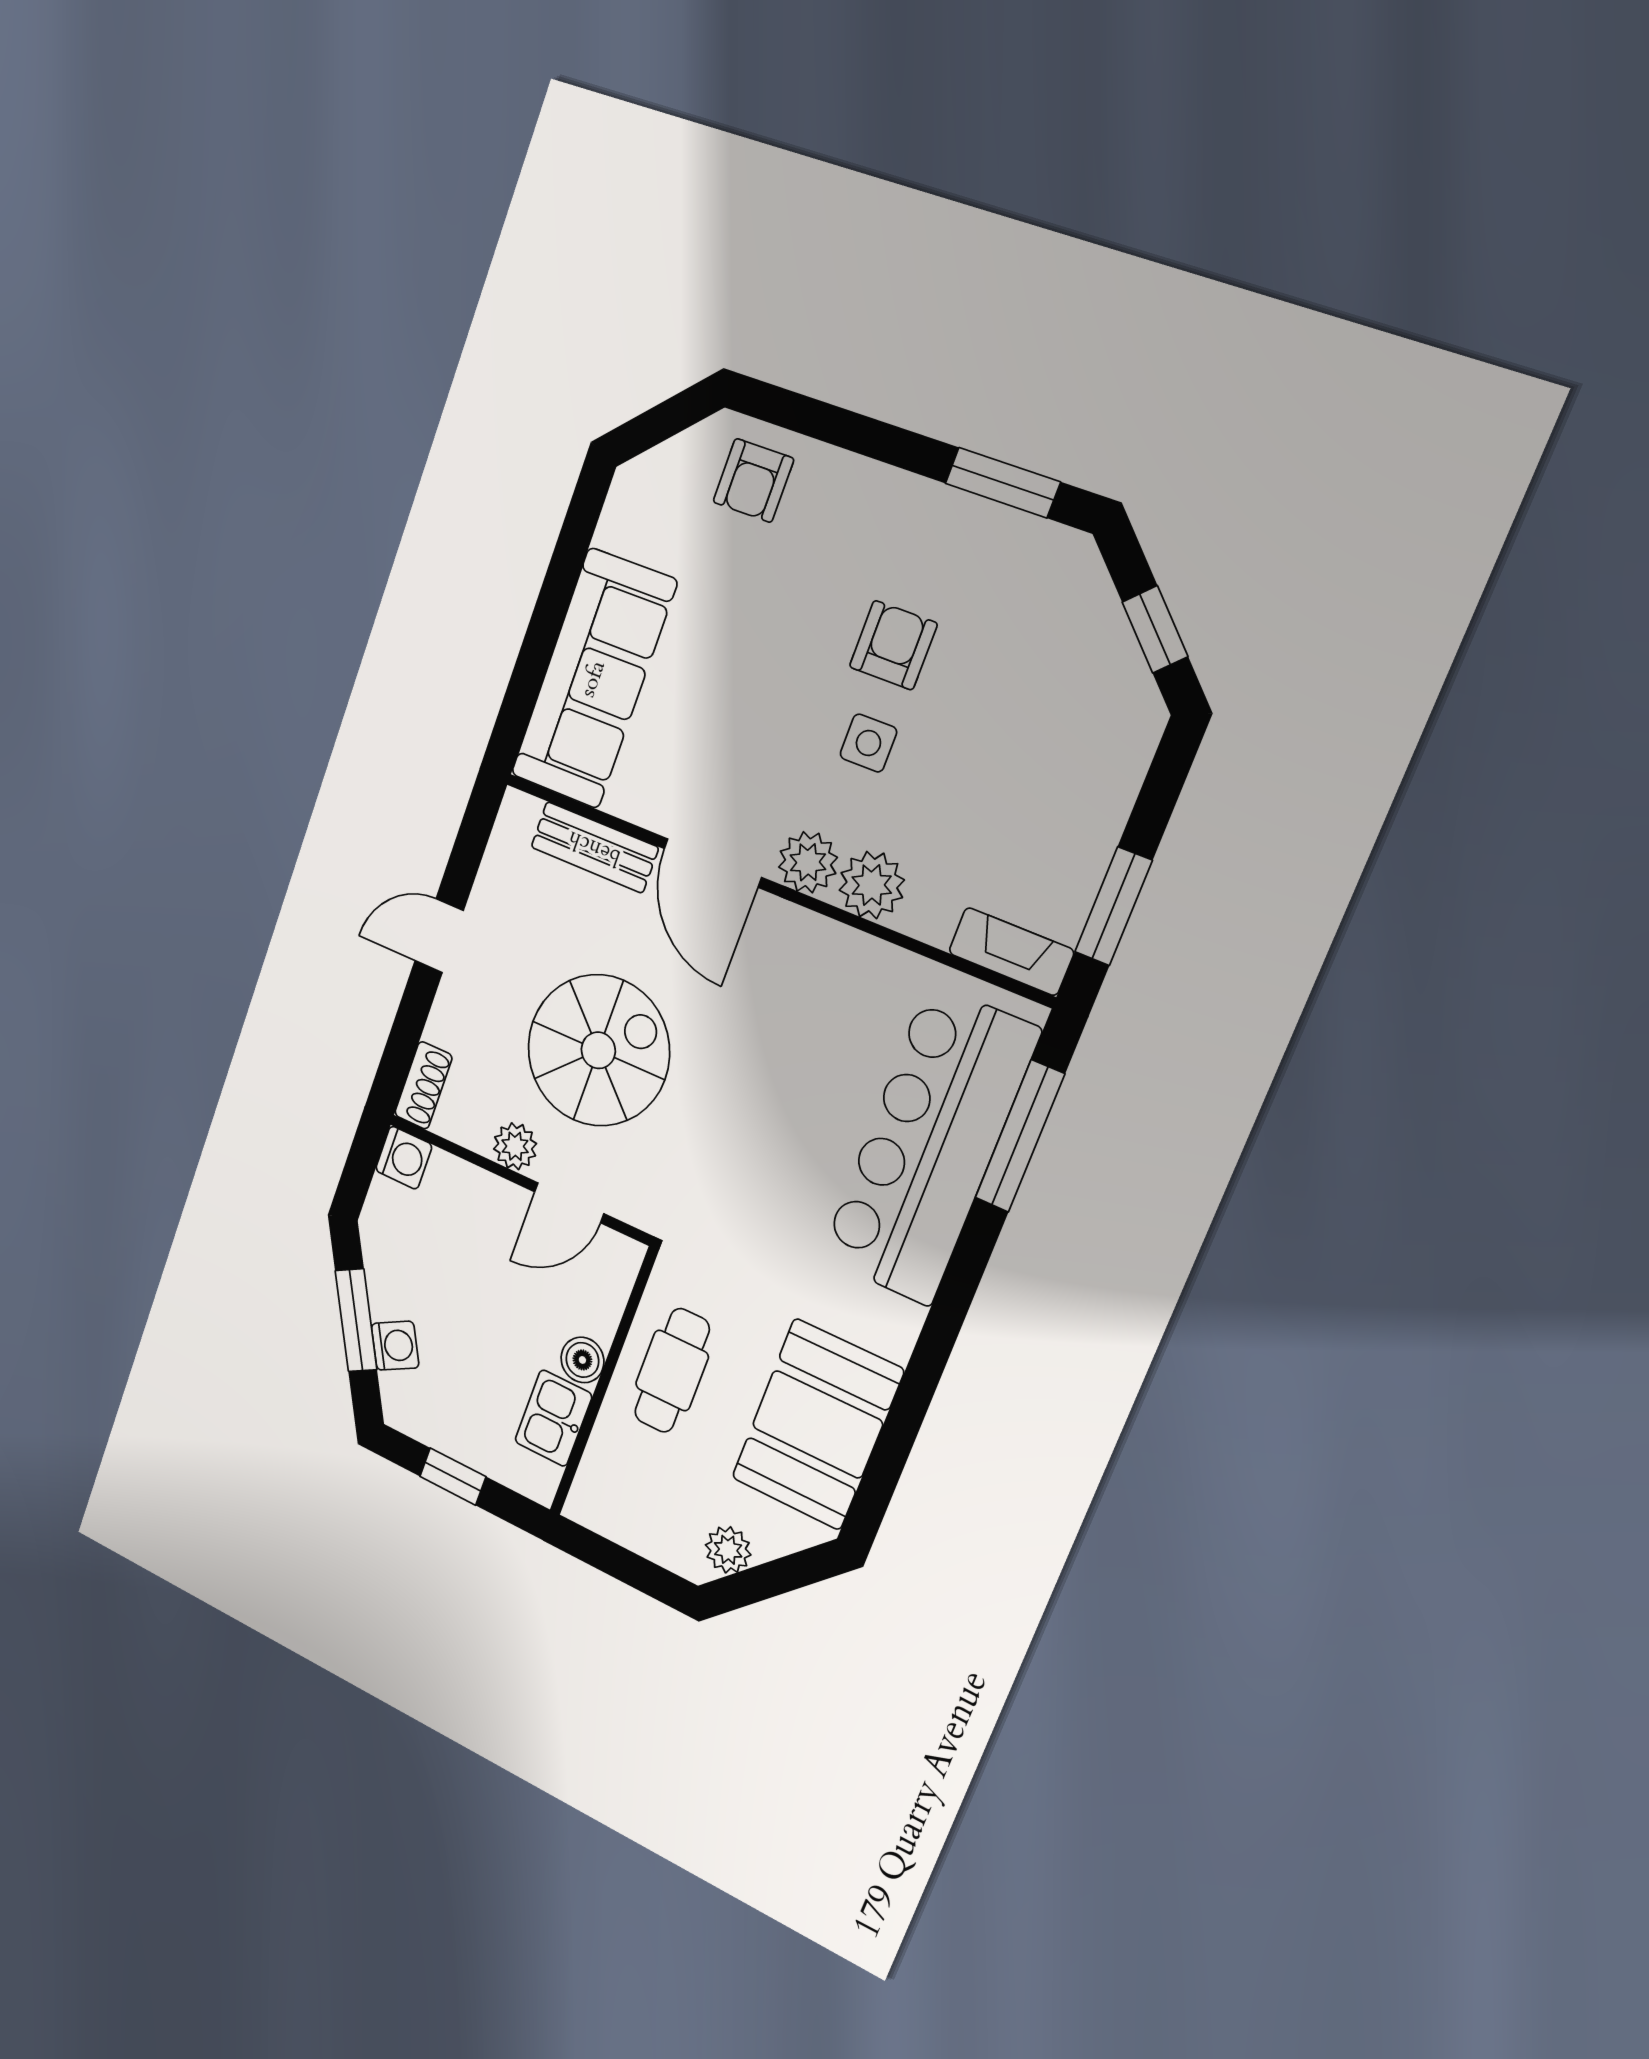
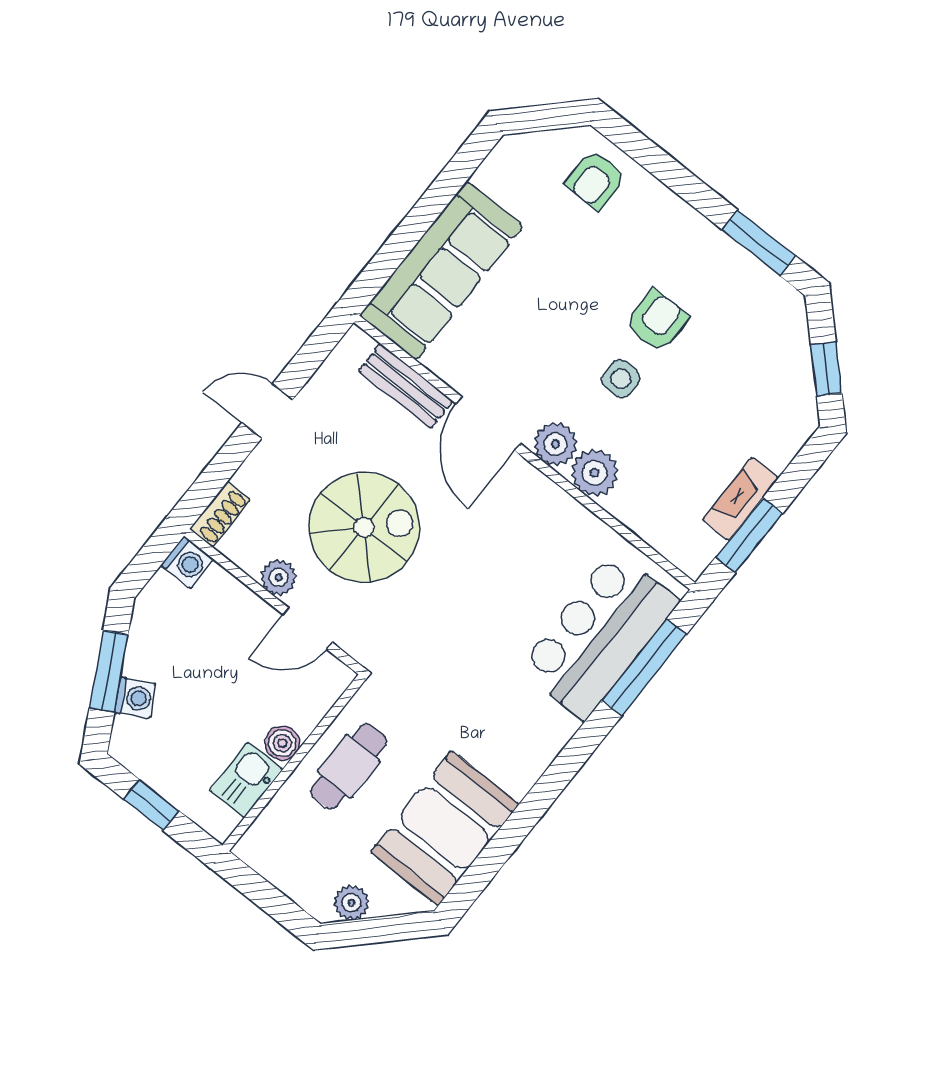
fireplace: (1011, 952) -> (740, 499), moved, turned -90
bar counter: (929, 1145) -> (599, 635), width x0.73

